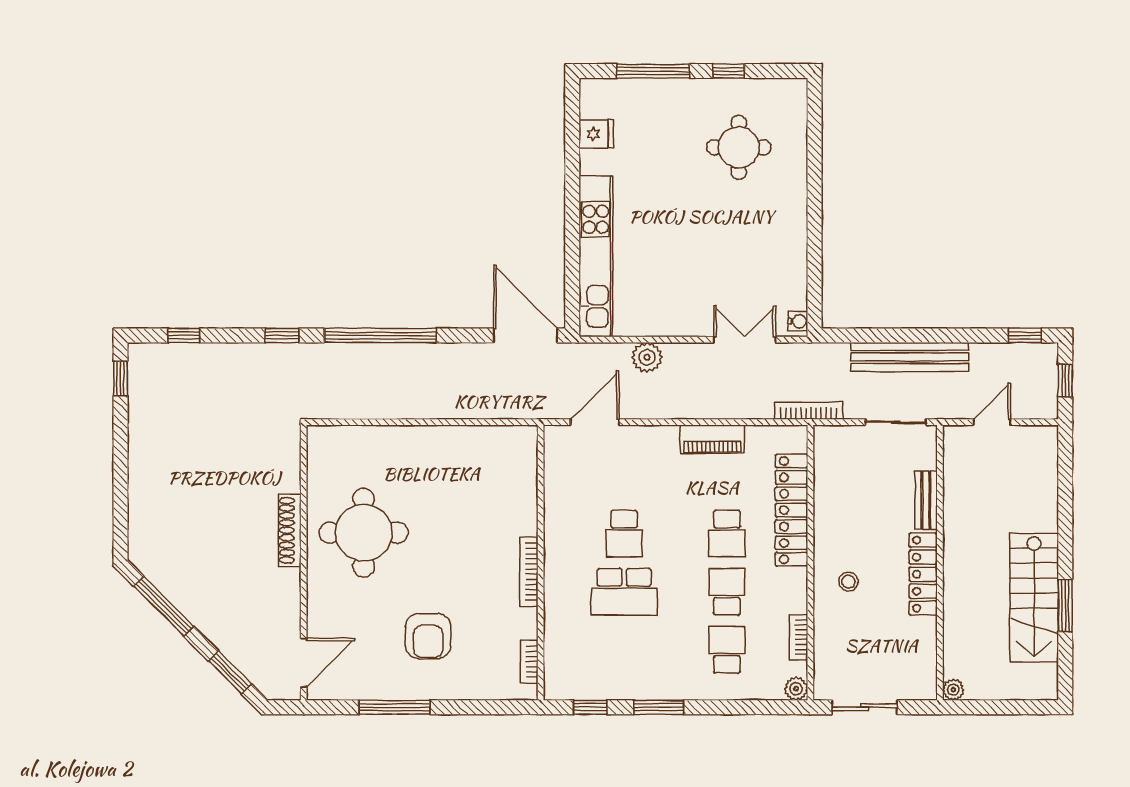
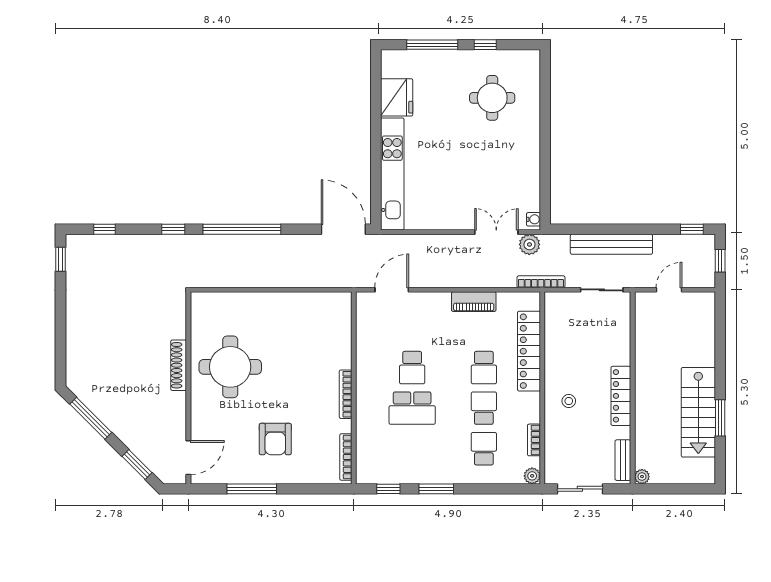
fridge: (596, 134) -> (397, 97), width x1.88, depth x1.34
plant: (647, 357) -> (529, 244), moved
bench: (926, 500) -> (623, 460), moved
bookcase: (529, 662) -> (346, 457), width x1.56

